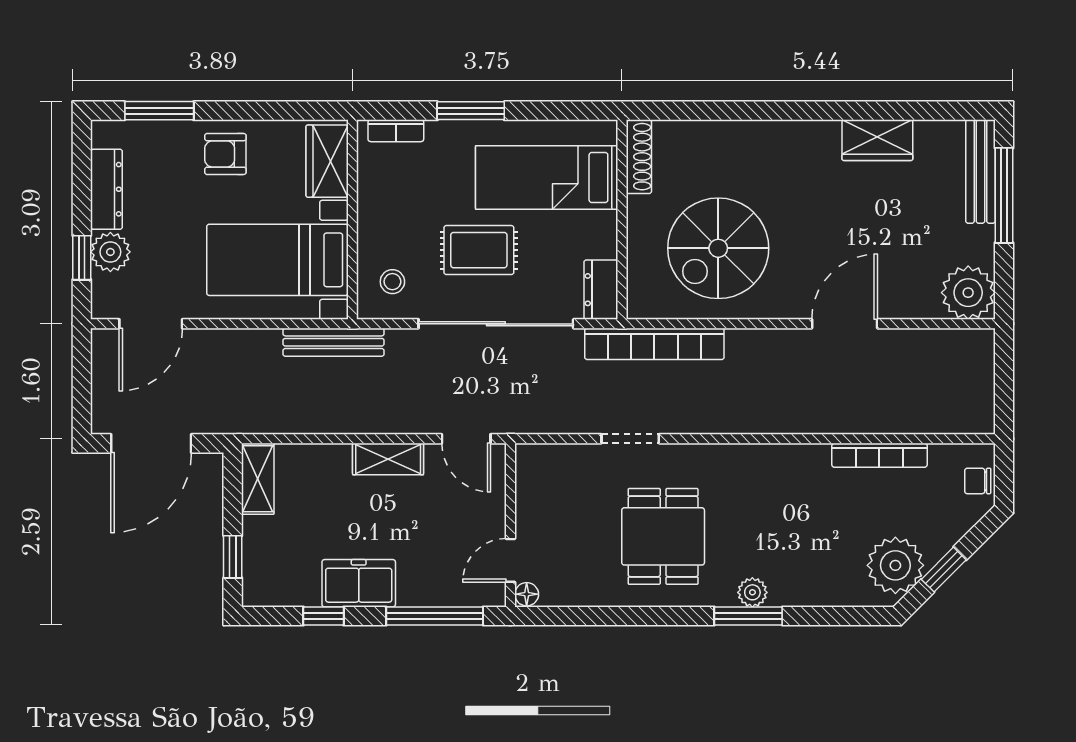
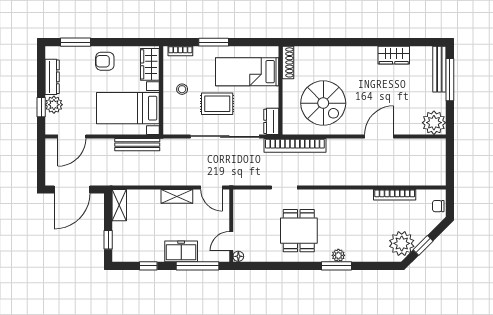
spiral stairs: (718, 248) -> (323, 103), turned -90
stool: (392, 282) -> (182, 89), moved
bench: (334, 342) -> (137, 145), moved
freezer: (359, 583) -> (181, 251), moved

